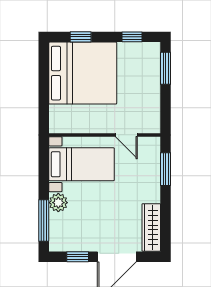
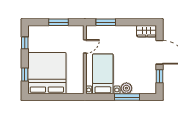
window: (166, 68) -> (59, 22), moved
window: (44, 220) -> (127, 97), moved
wardrobe: (151, 227) -> (146, 31), width x0.67

